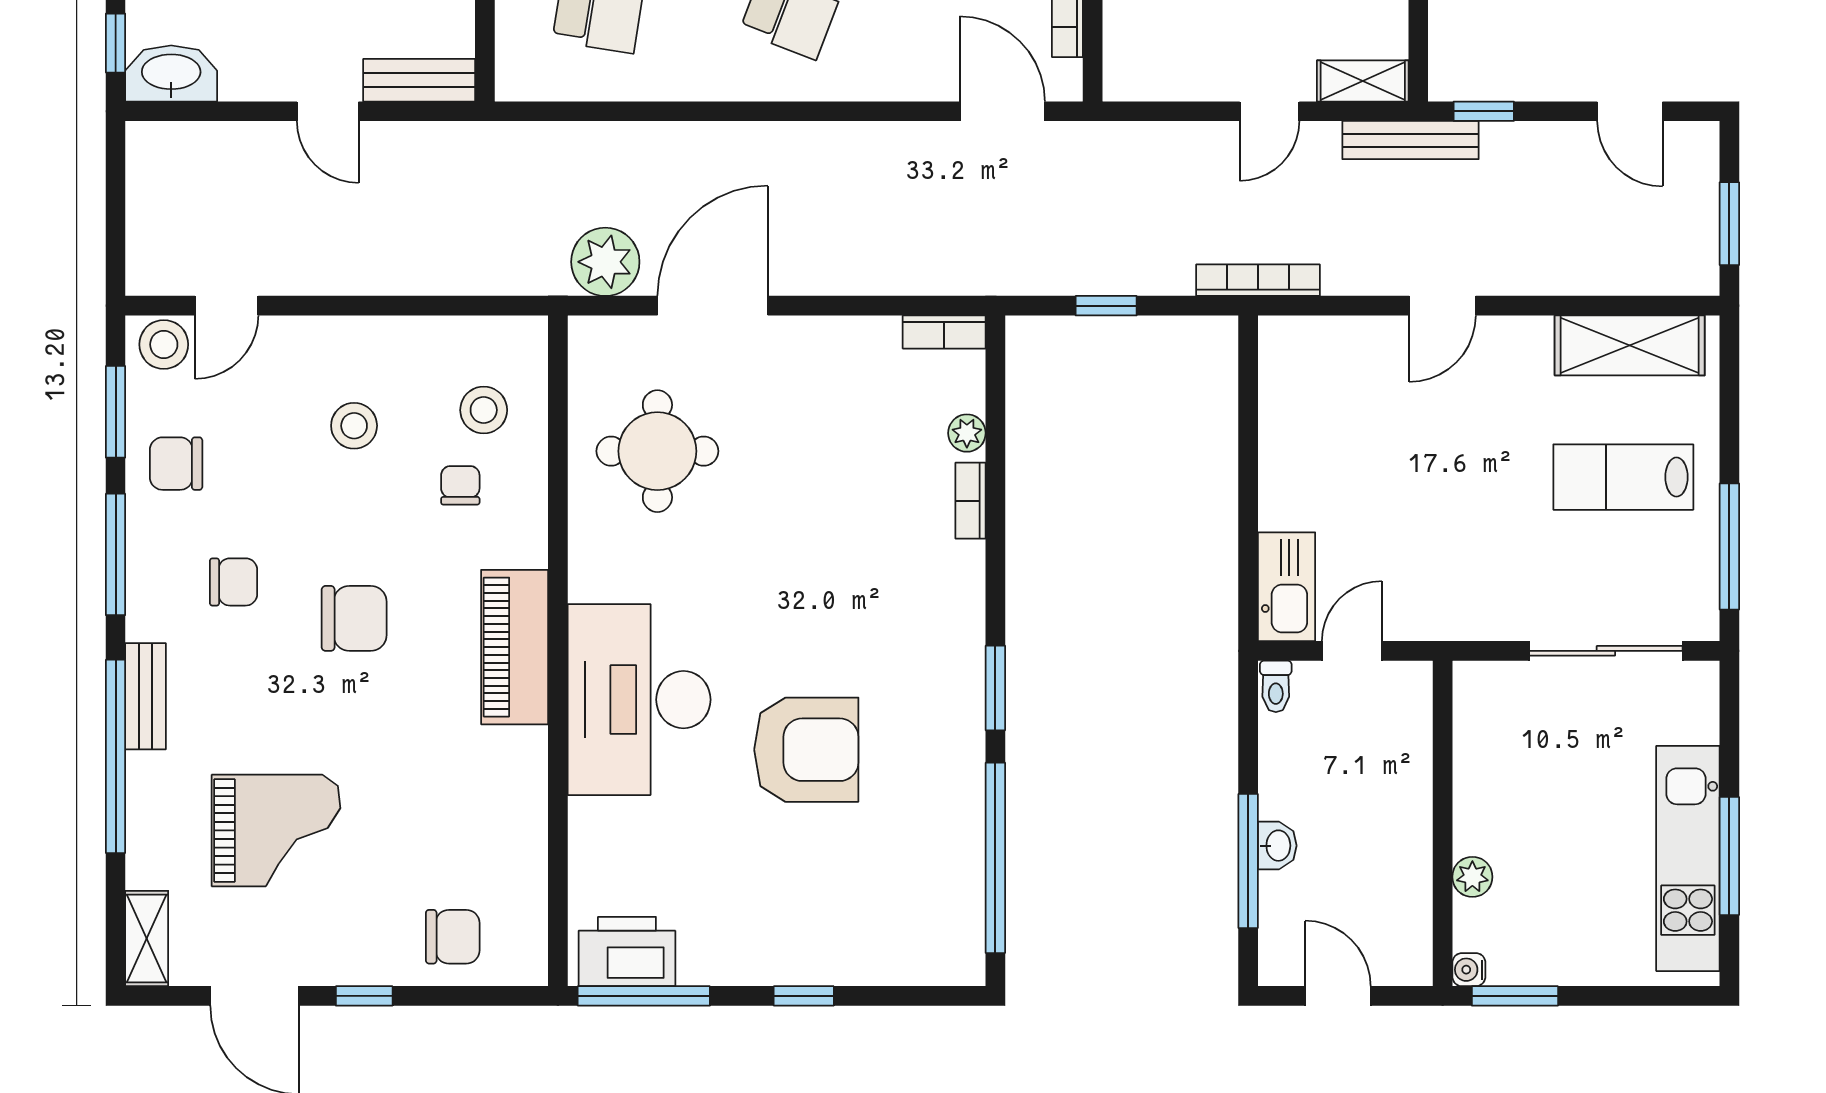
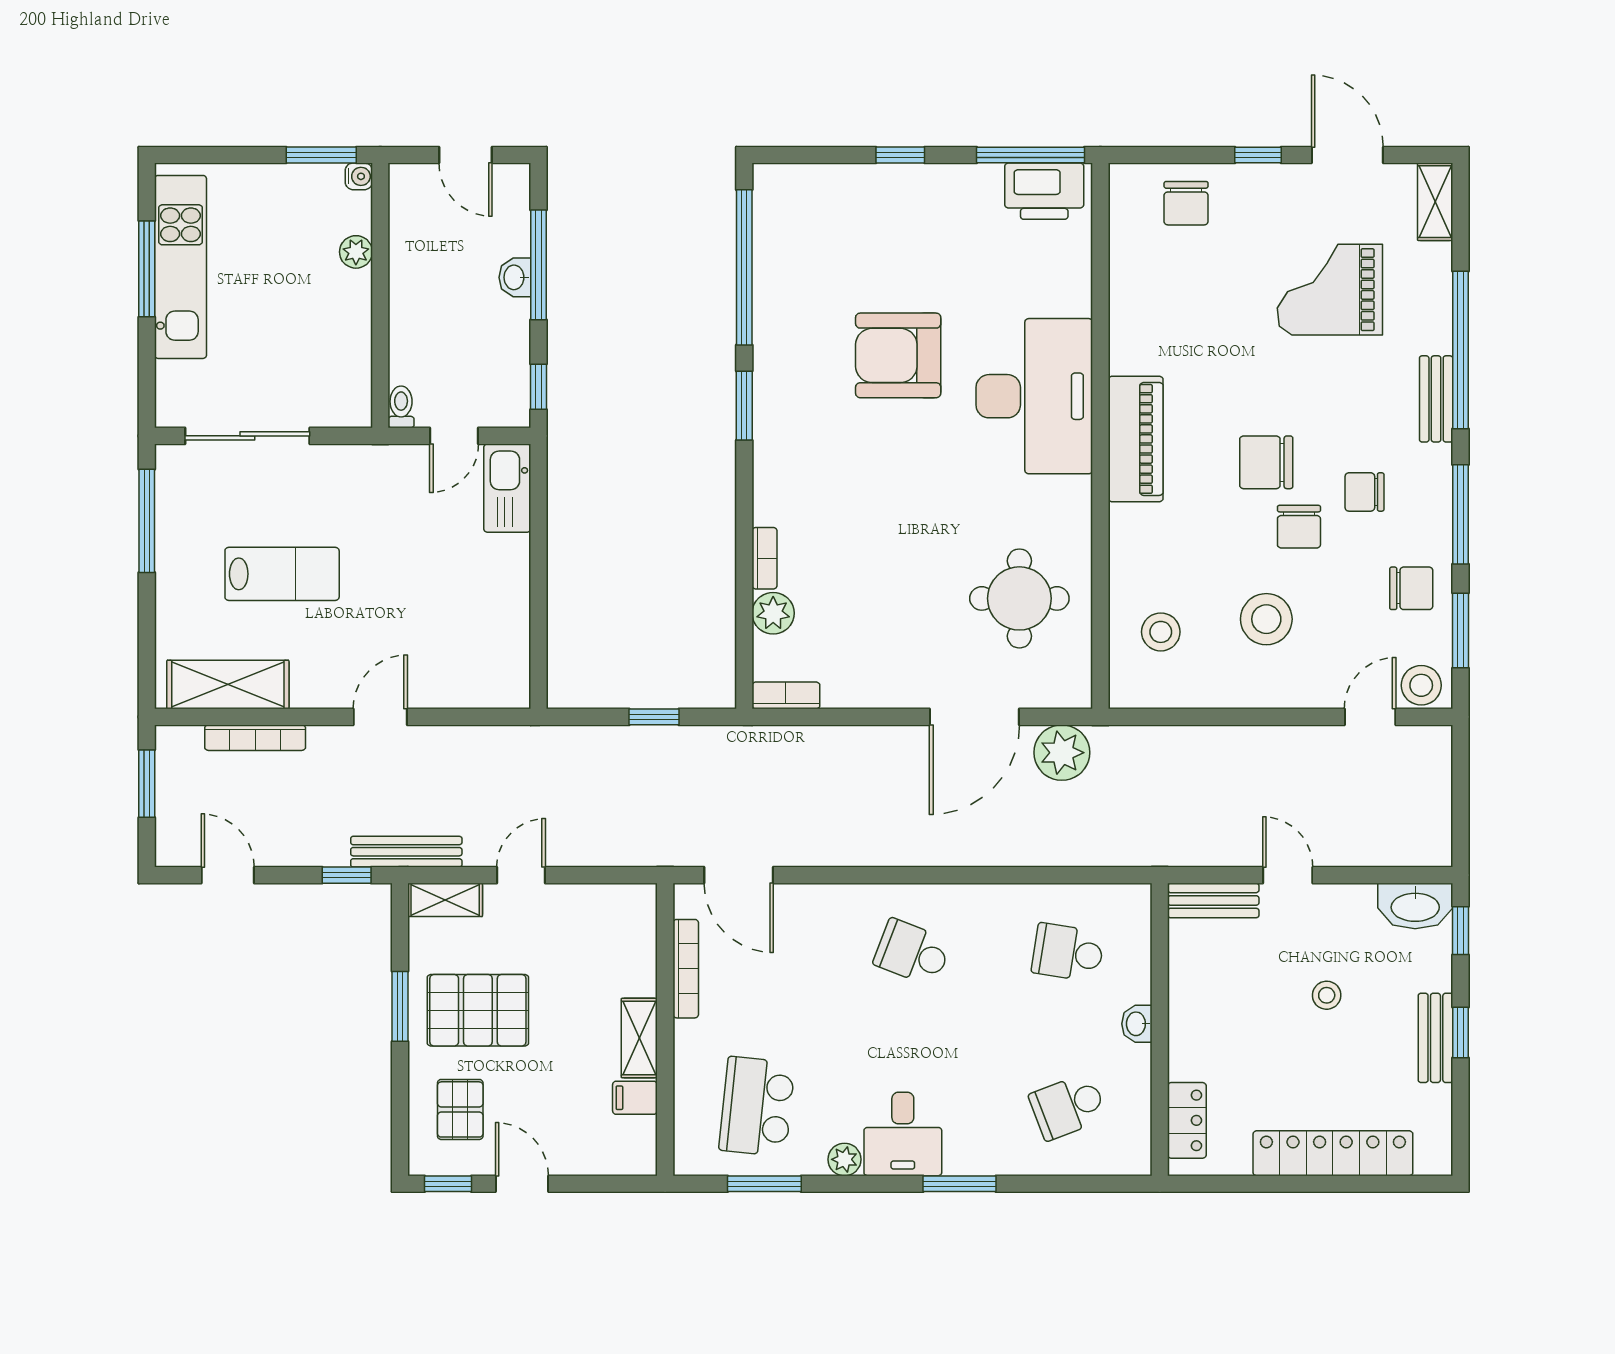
bookcase: (1258, 280) -> (255, 738), moved
stool: (354, 426) -> (1266, 619), width x1.38, depth x1.38
plant: (967, 433) -> (773, 613), width x1.38, depth x1.38
lab bench: (1623, 477) -> (282, 574), moved
chair: (460, 485) -> (1299, 527), moved, width x1.37, depth x1.37
toilet: (1276, 686) -> (401, 407), moved
window: (1248, 711) -> (539, 387), added
chair: (453, 937) -> (1186, 203), turned -90

